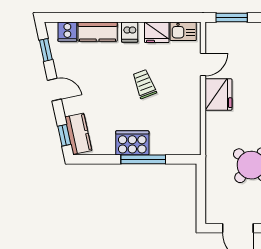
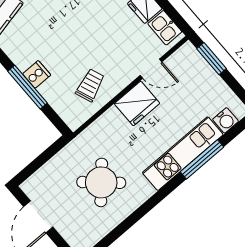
trolley: (144, 84) -> (90, 85), moved
cooker: (132, 143) -> (37, 74), width x0.53, depth x0.76

